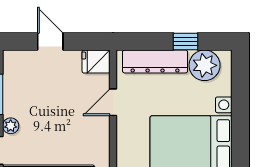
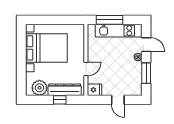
window: (185, 41) -> (60, 100), moved

